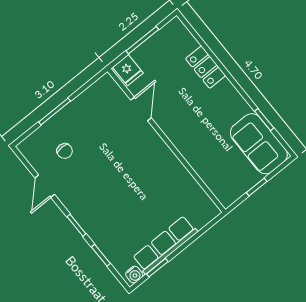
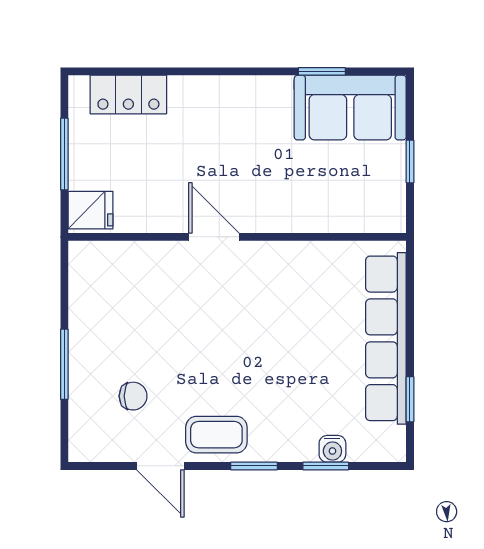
locker: (206, 67) -> (128, 94), moved
door: (141, 109) -> (214, 237), moved
coffee table: (77, 199) -> (216, 435), added
row of seats: (165, 245) -> (386, 338), width x1.36
water cooler: (134, 275) -> (332, 449), moved, turned 90

